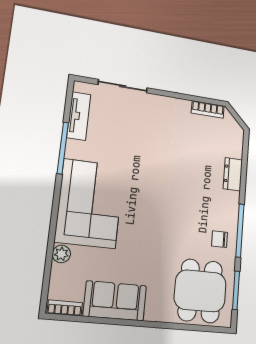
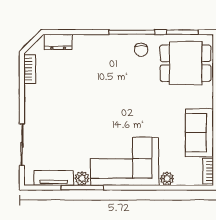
plant: (74, 149) -> (82, 178), added
dresser: (233, 174) -> (58, 42), moved

